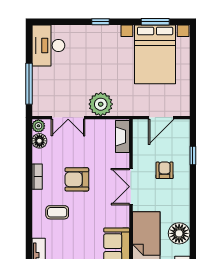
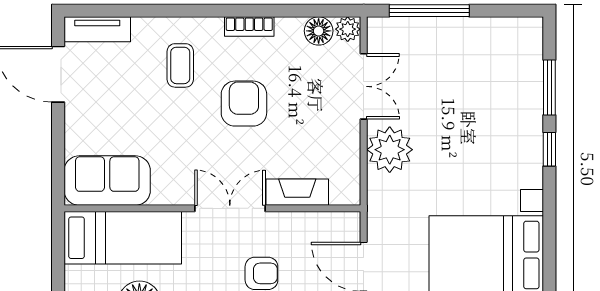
window: (155, 22) -> (549, 87), moved
desk: (48, 45) -> (503, 48), removed
double door: (68, 118) -> (364, 86), swing flipped
fireplace: (123, 136) -> (297, 192), moved

